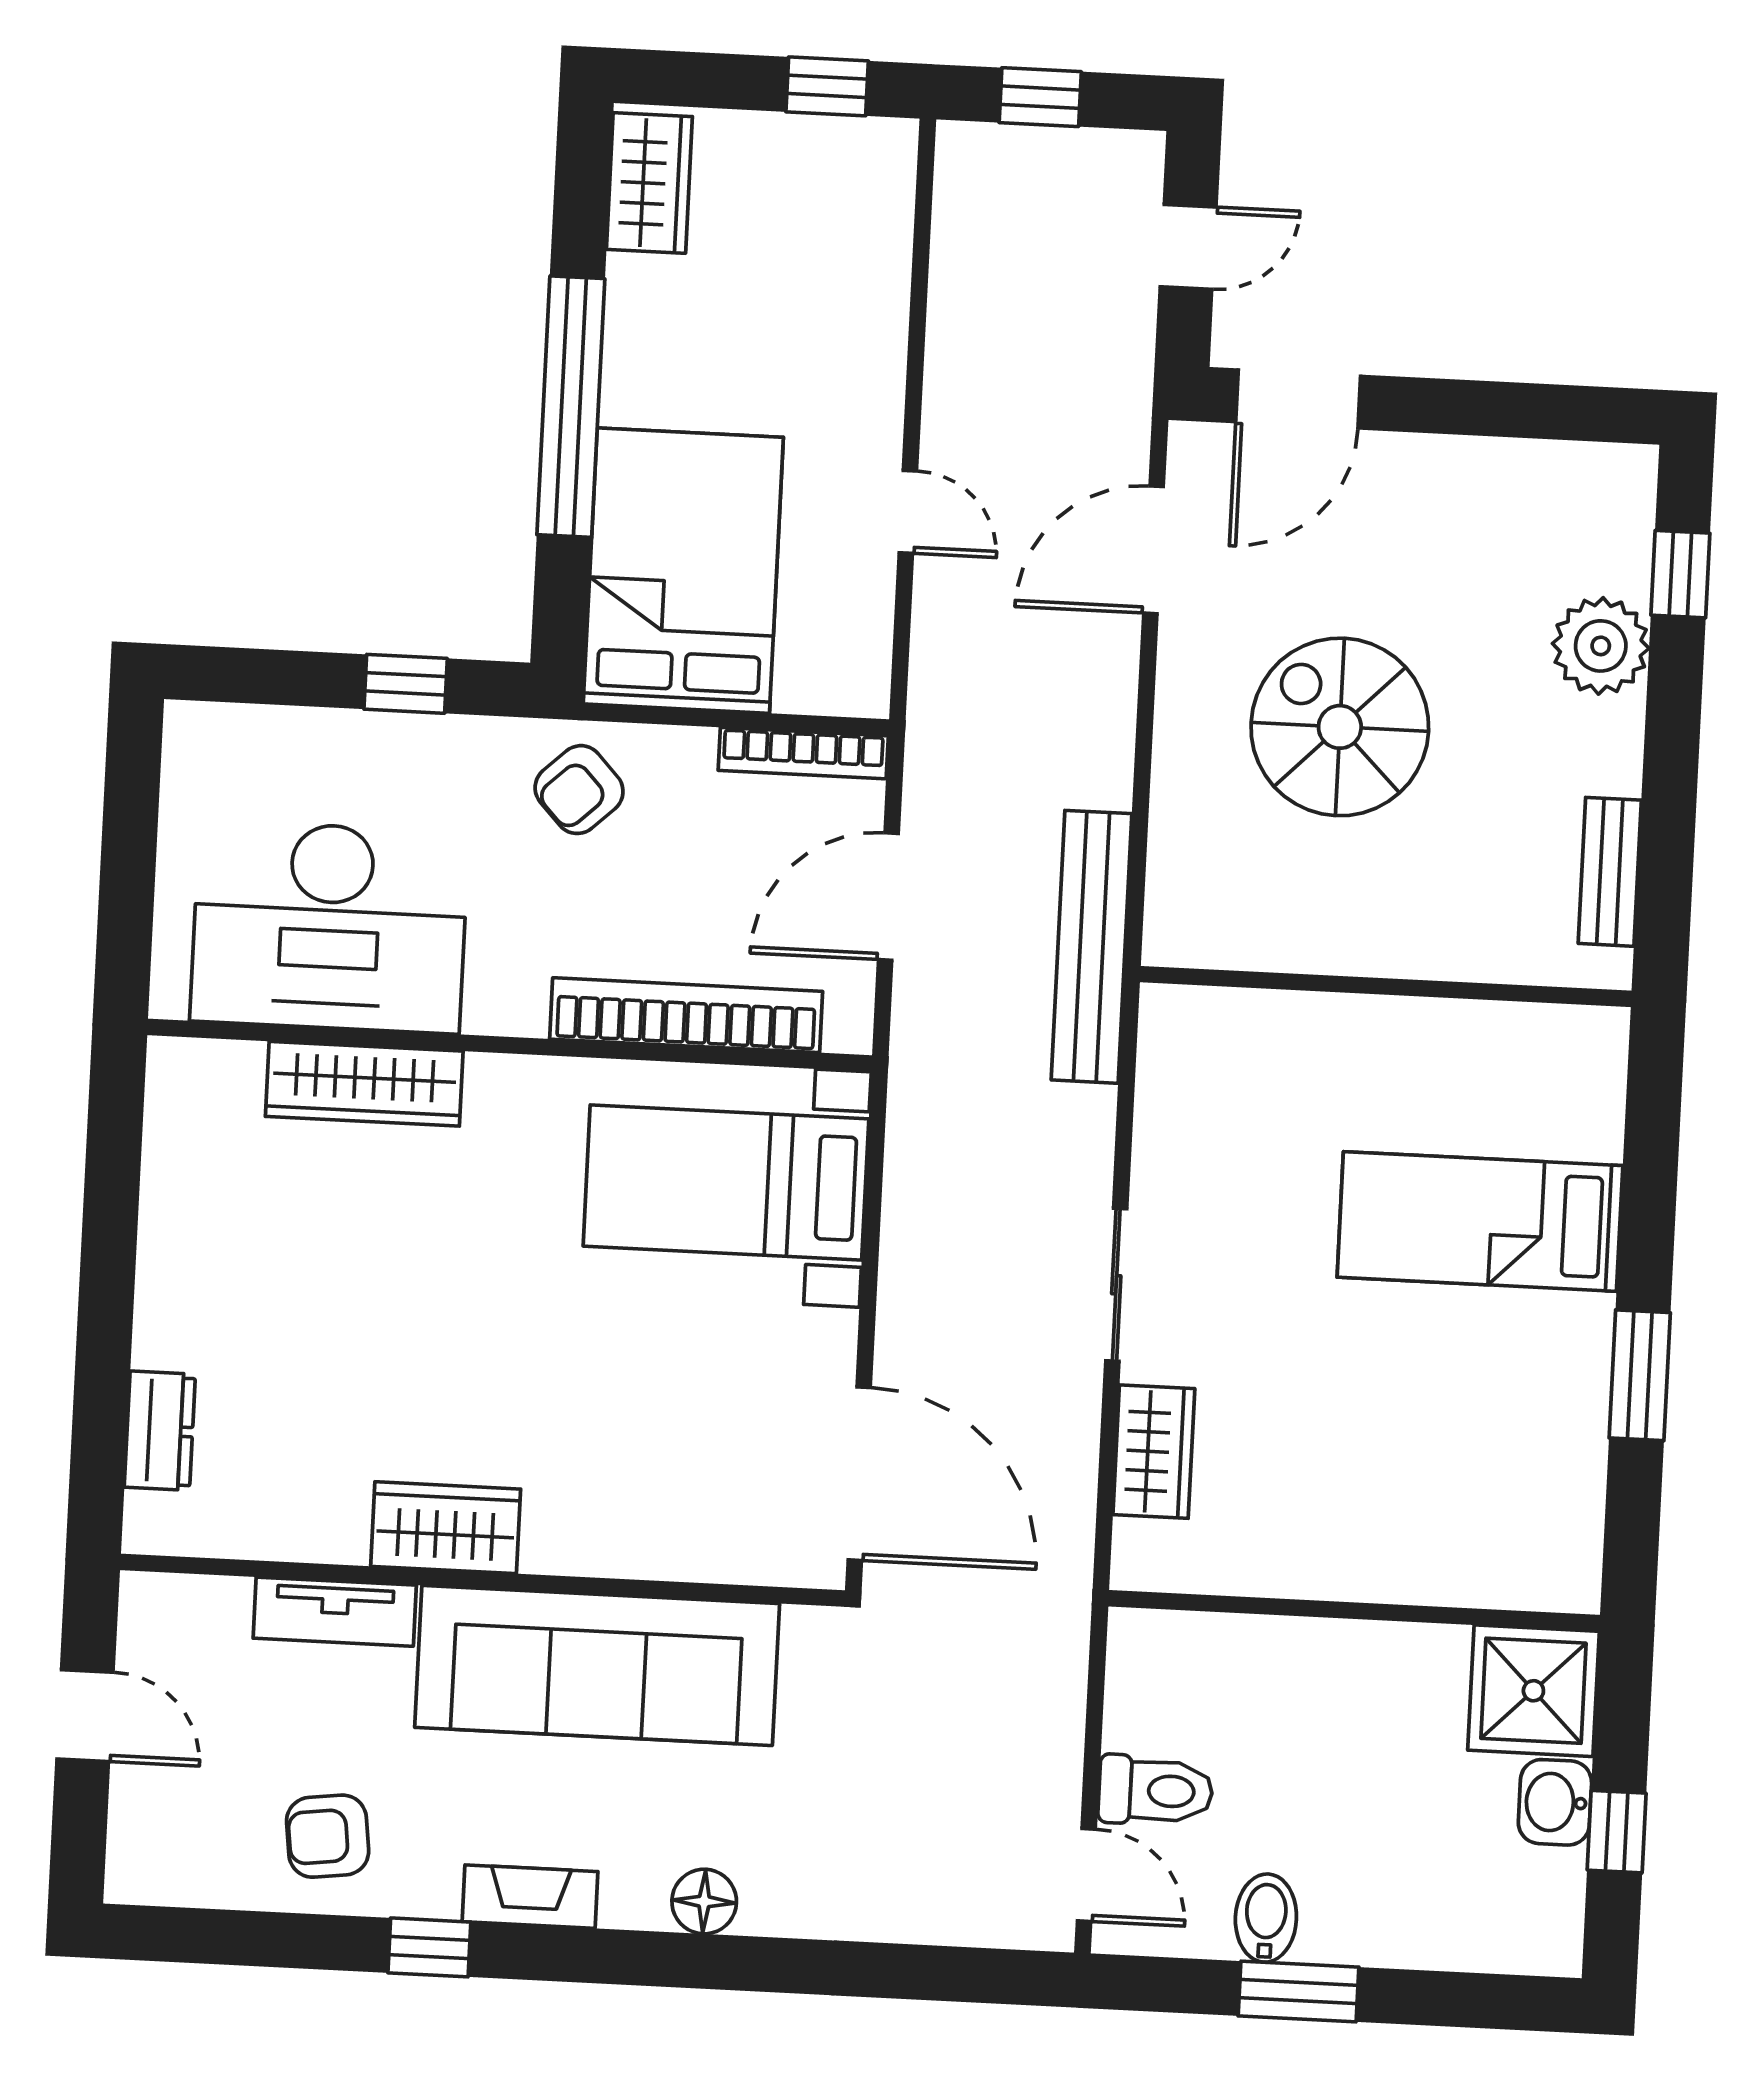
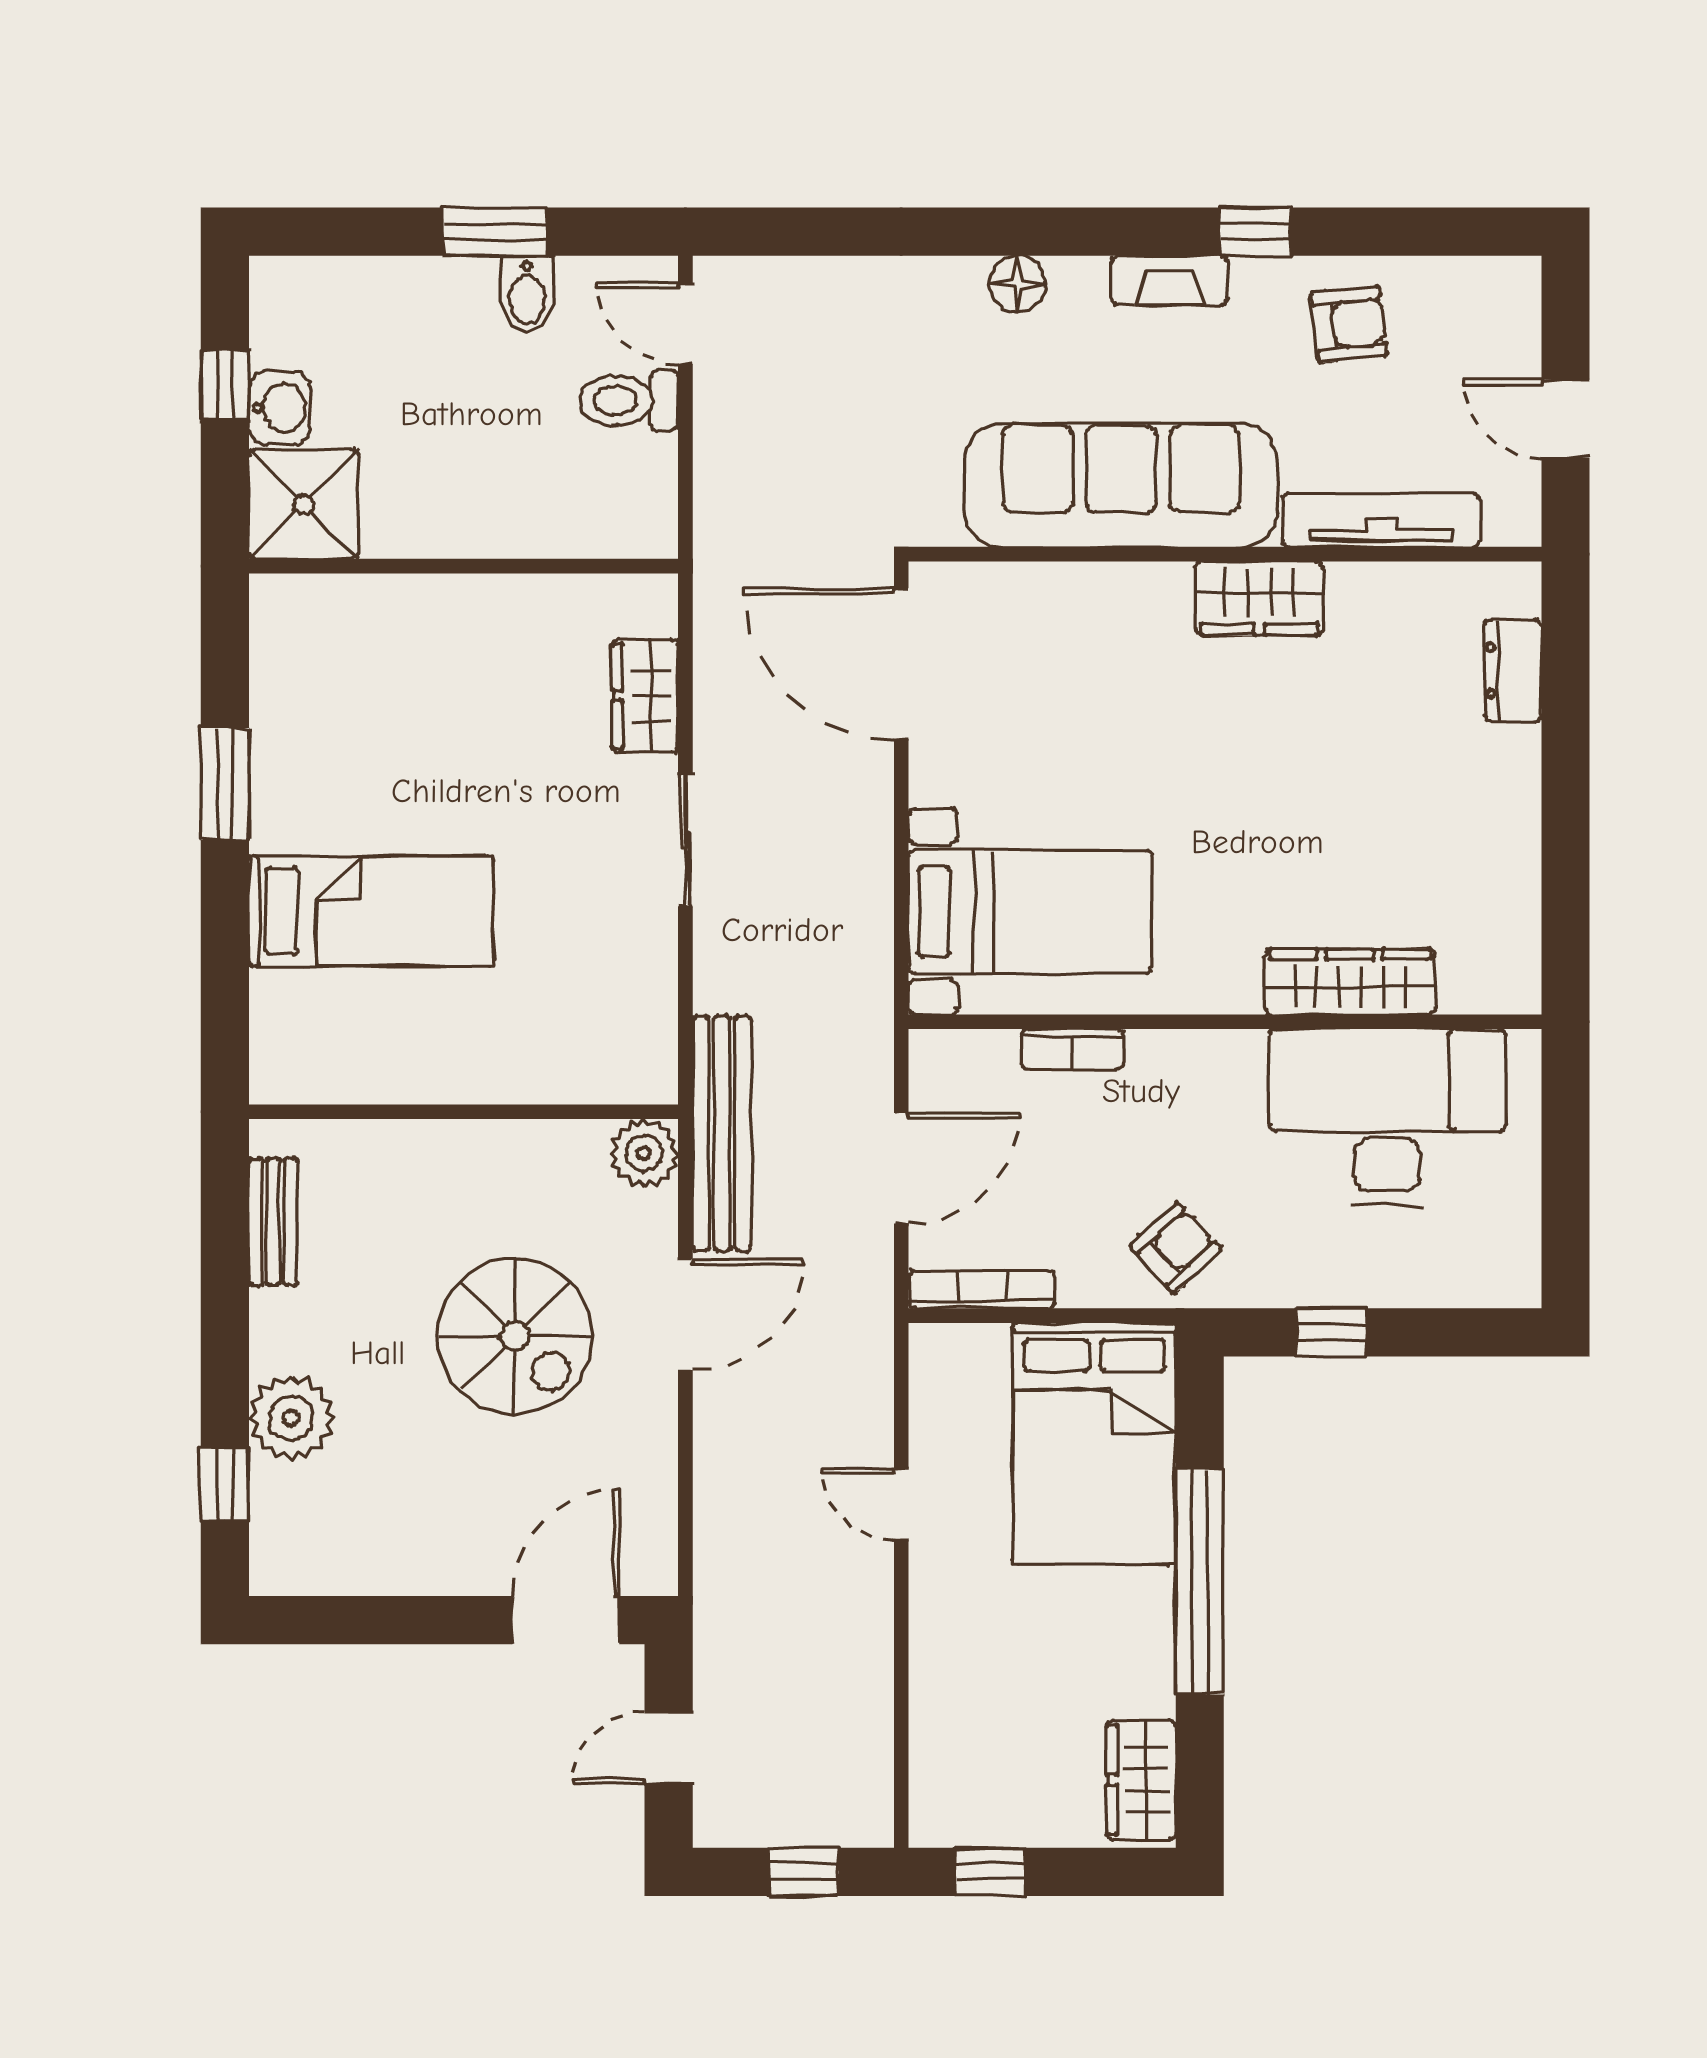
door: (1153, 550) -> (685, 1315), moved
plant: (1182, 929) -> (644, 1153), added
bookcase: (686, 1015) -> (1072, 1049), width x0.43, depth x0.76
tv unit: (335, 1612) -> (1381, 520), width x1.41

